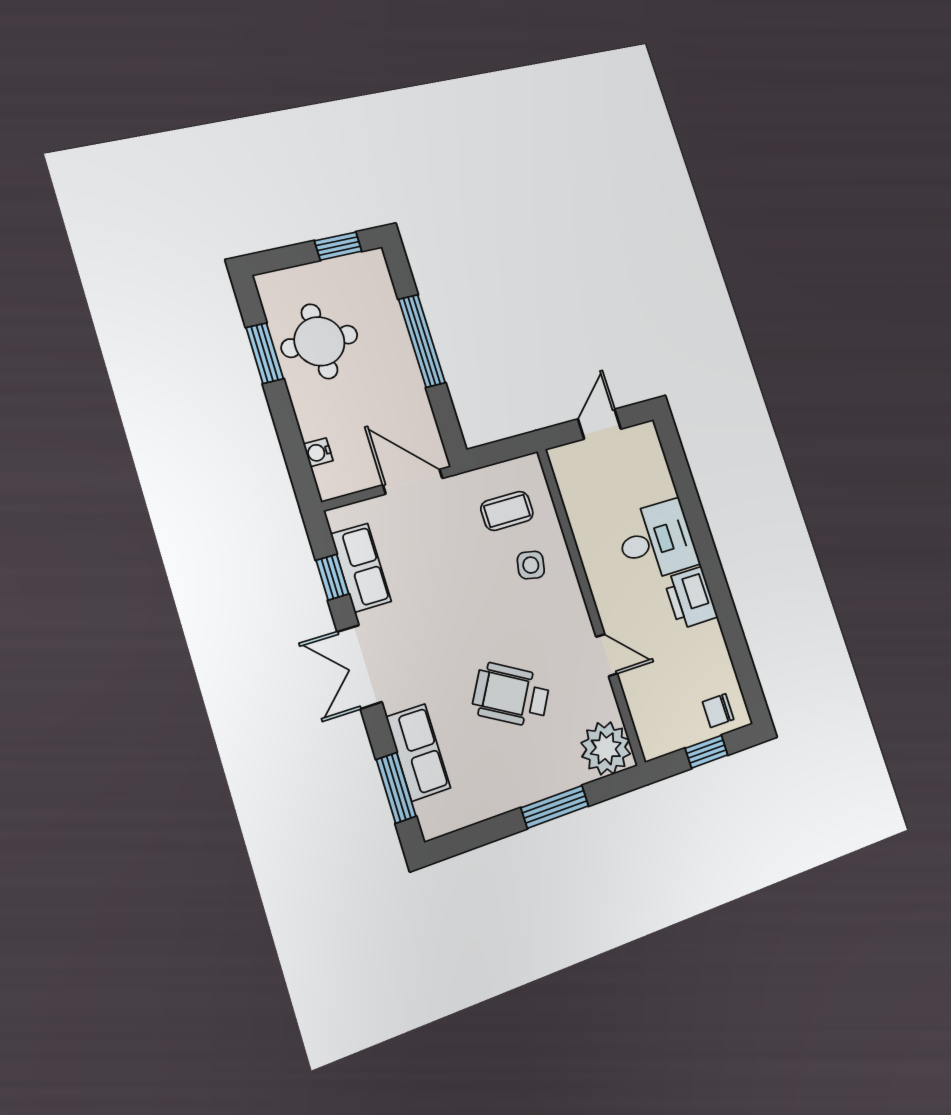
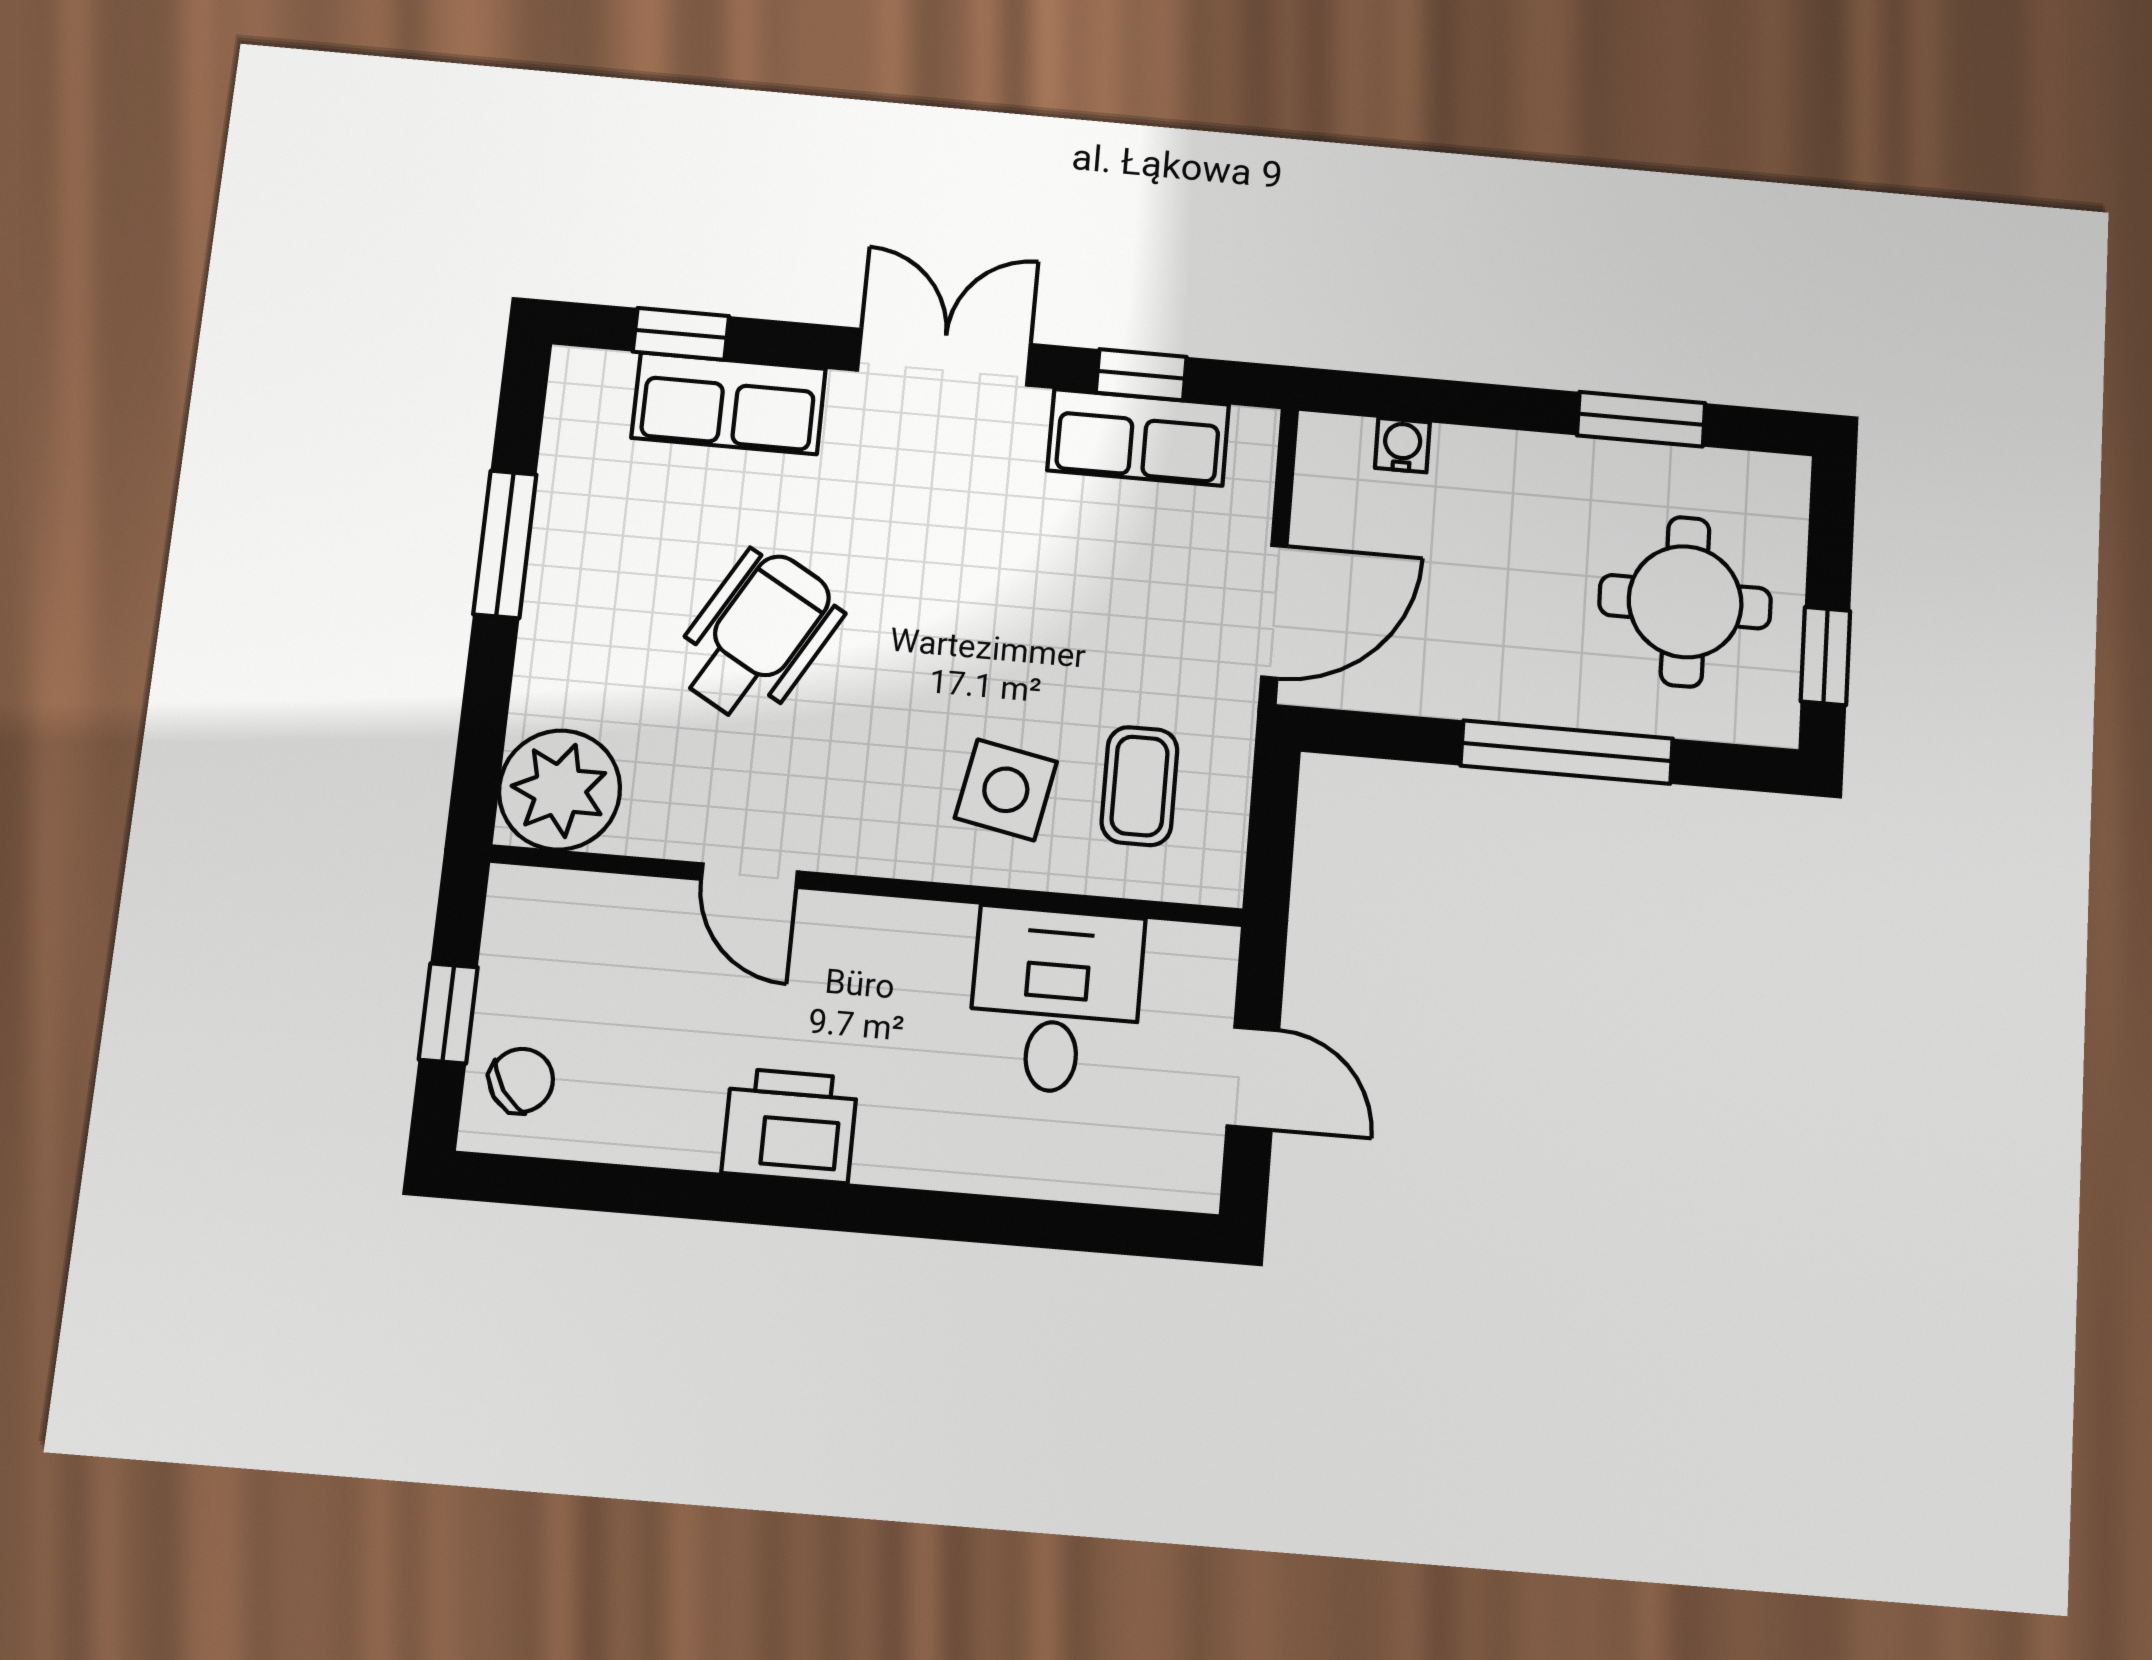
round table: (319, 341) -> (1685, 602), moved
desk: (657, 541) -> (1056, 1001), moved, turned 180
side table: (531, 565) -> (1006, 790), width x1.37, depth x1.37
door: (607, 655) -> (749, 876), hinge flipped
chair: (718, 711) -> (521, 1080), turned 55
window: (396, 788) -> (681, 334), width x0.67
window: (555, 807) -> (505, 544), moved

